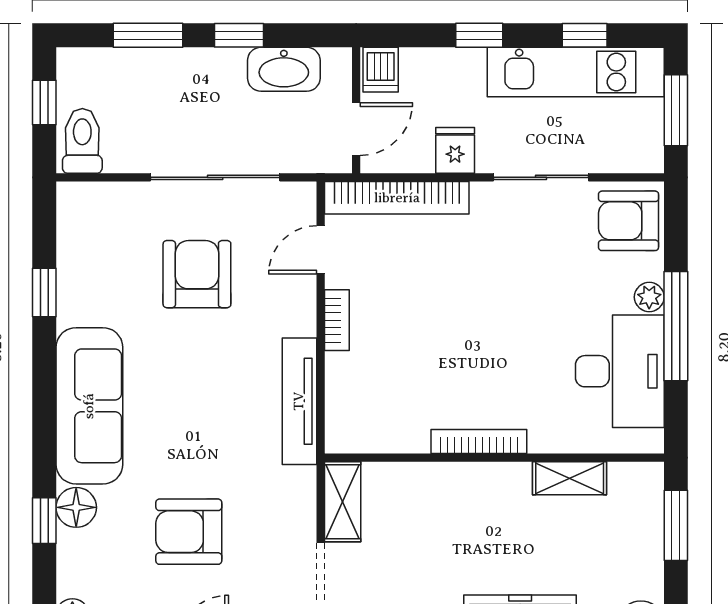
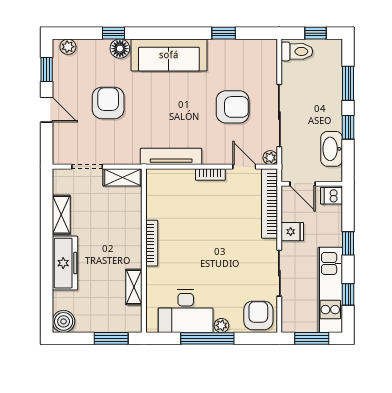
plant: (302, 196) -> (270, 158), added

